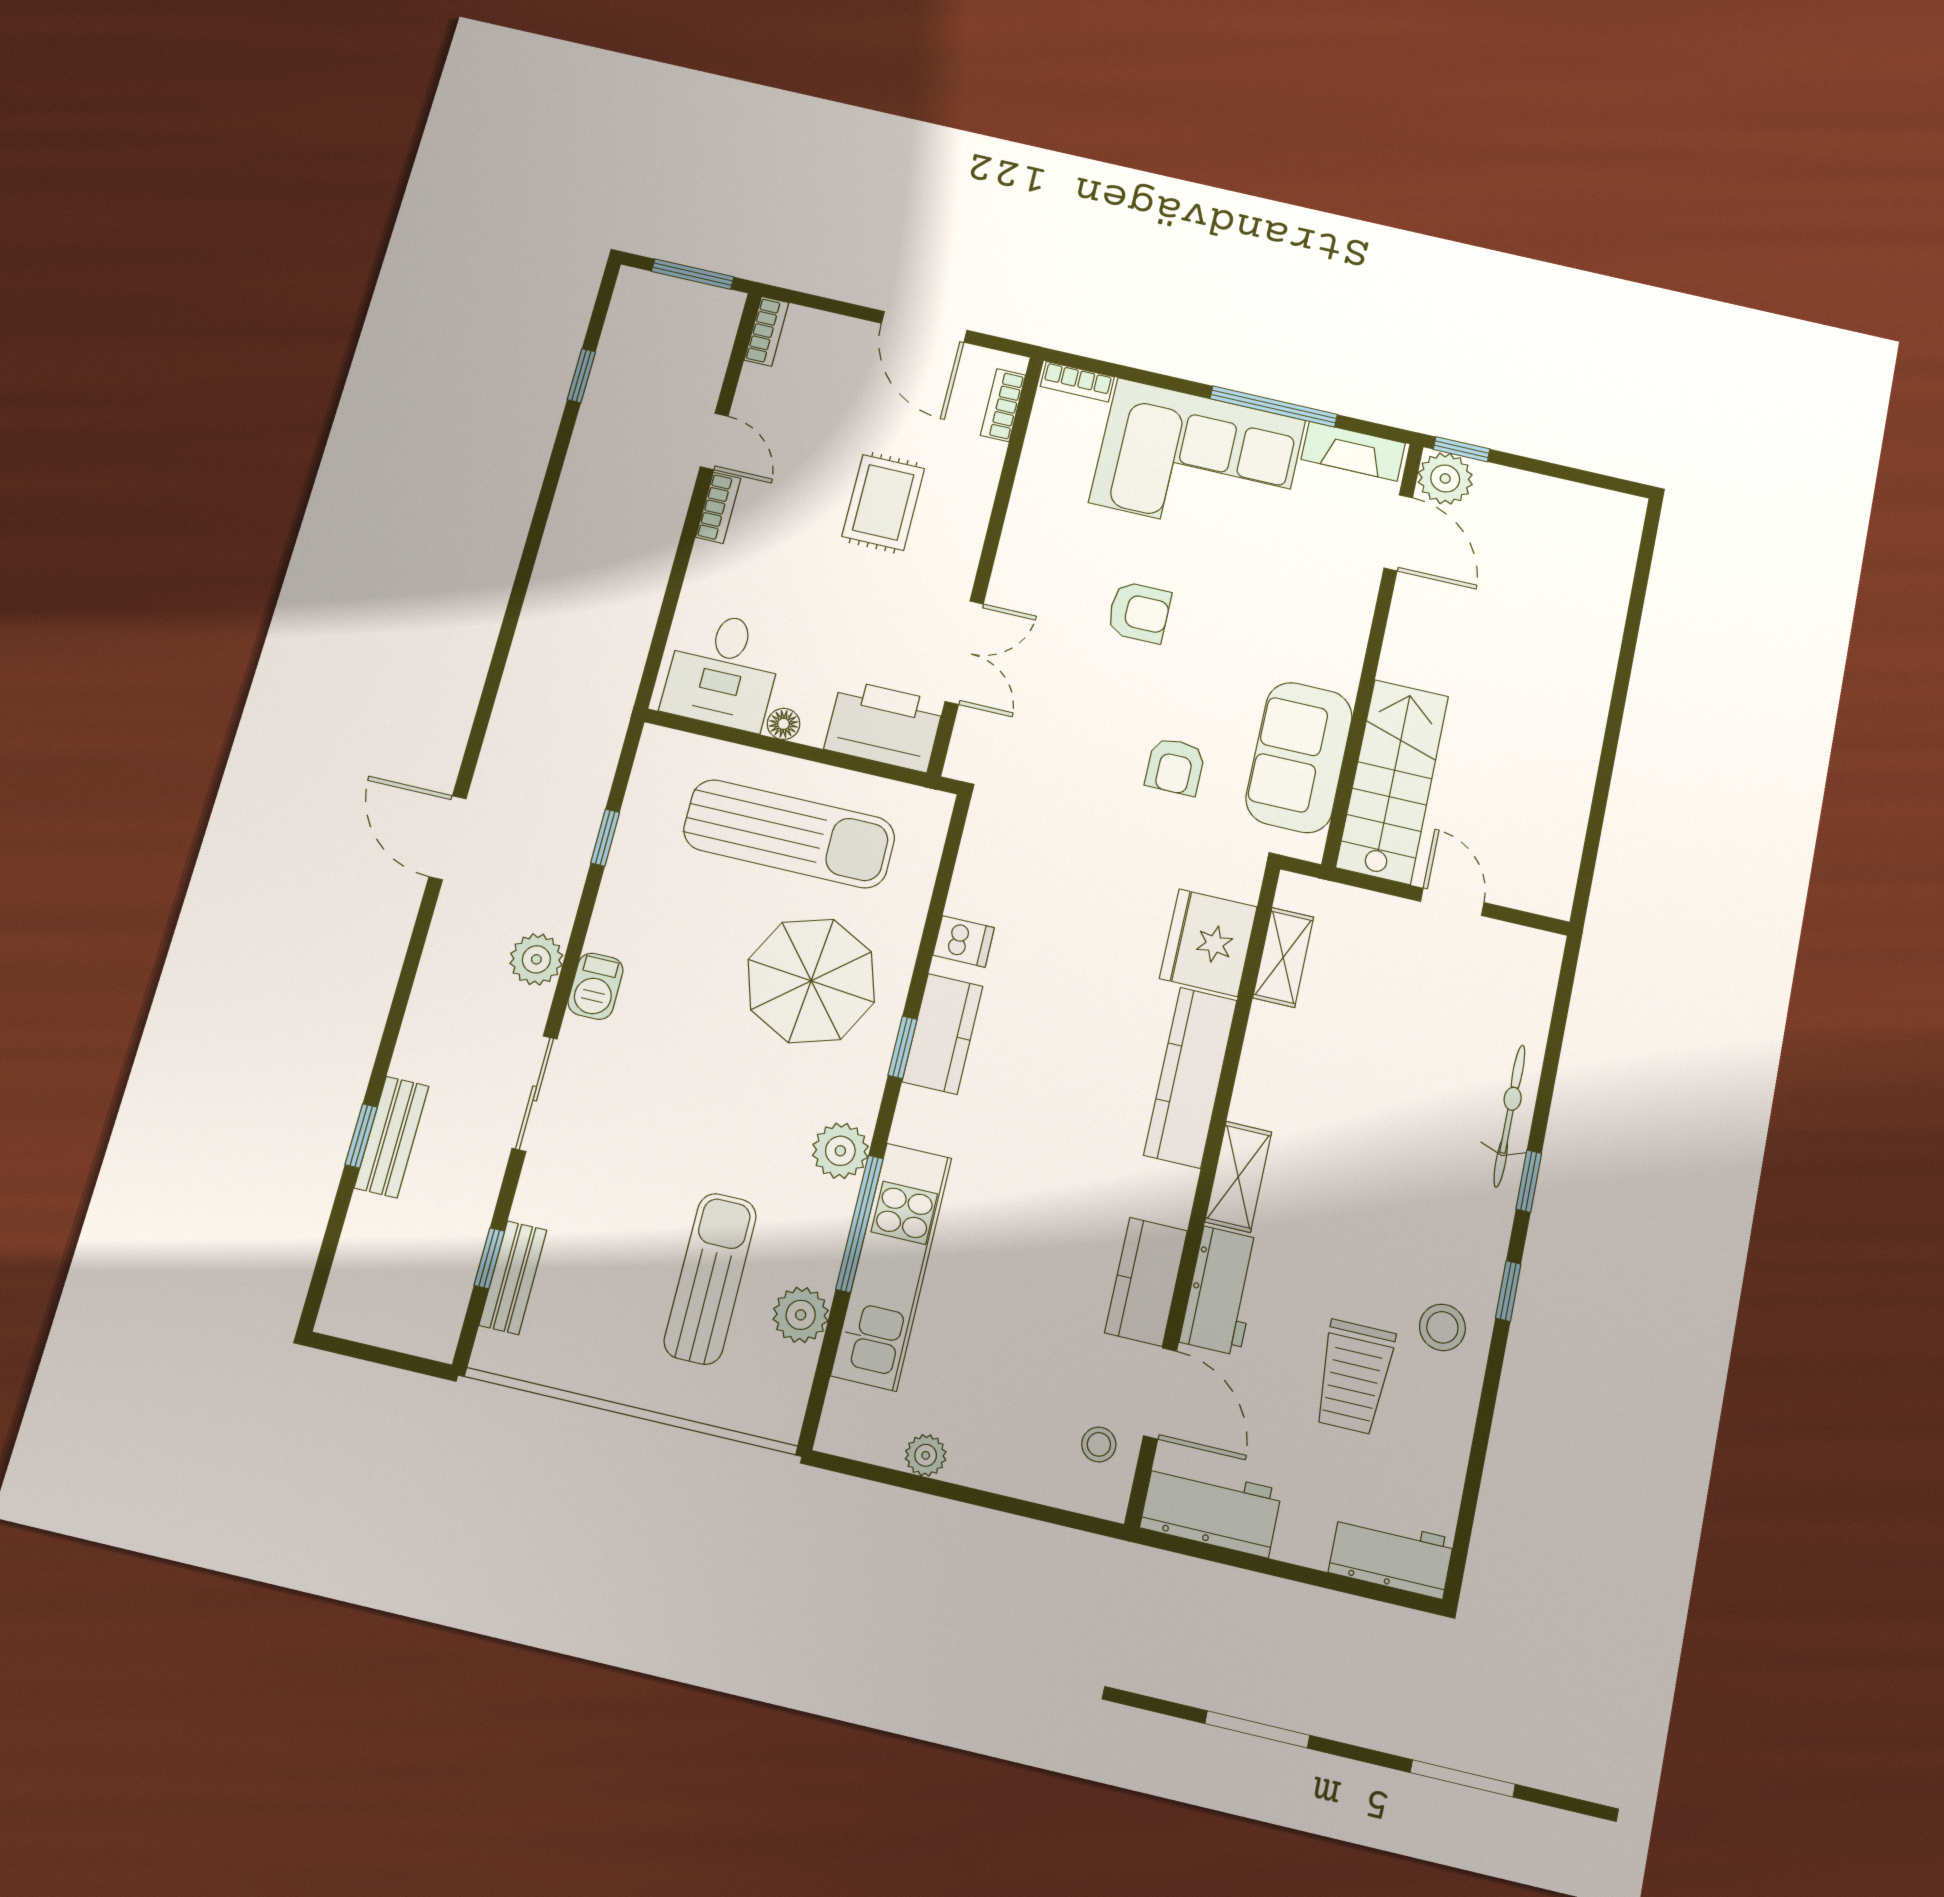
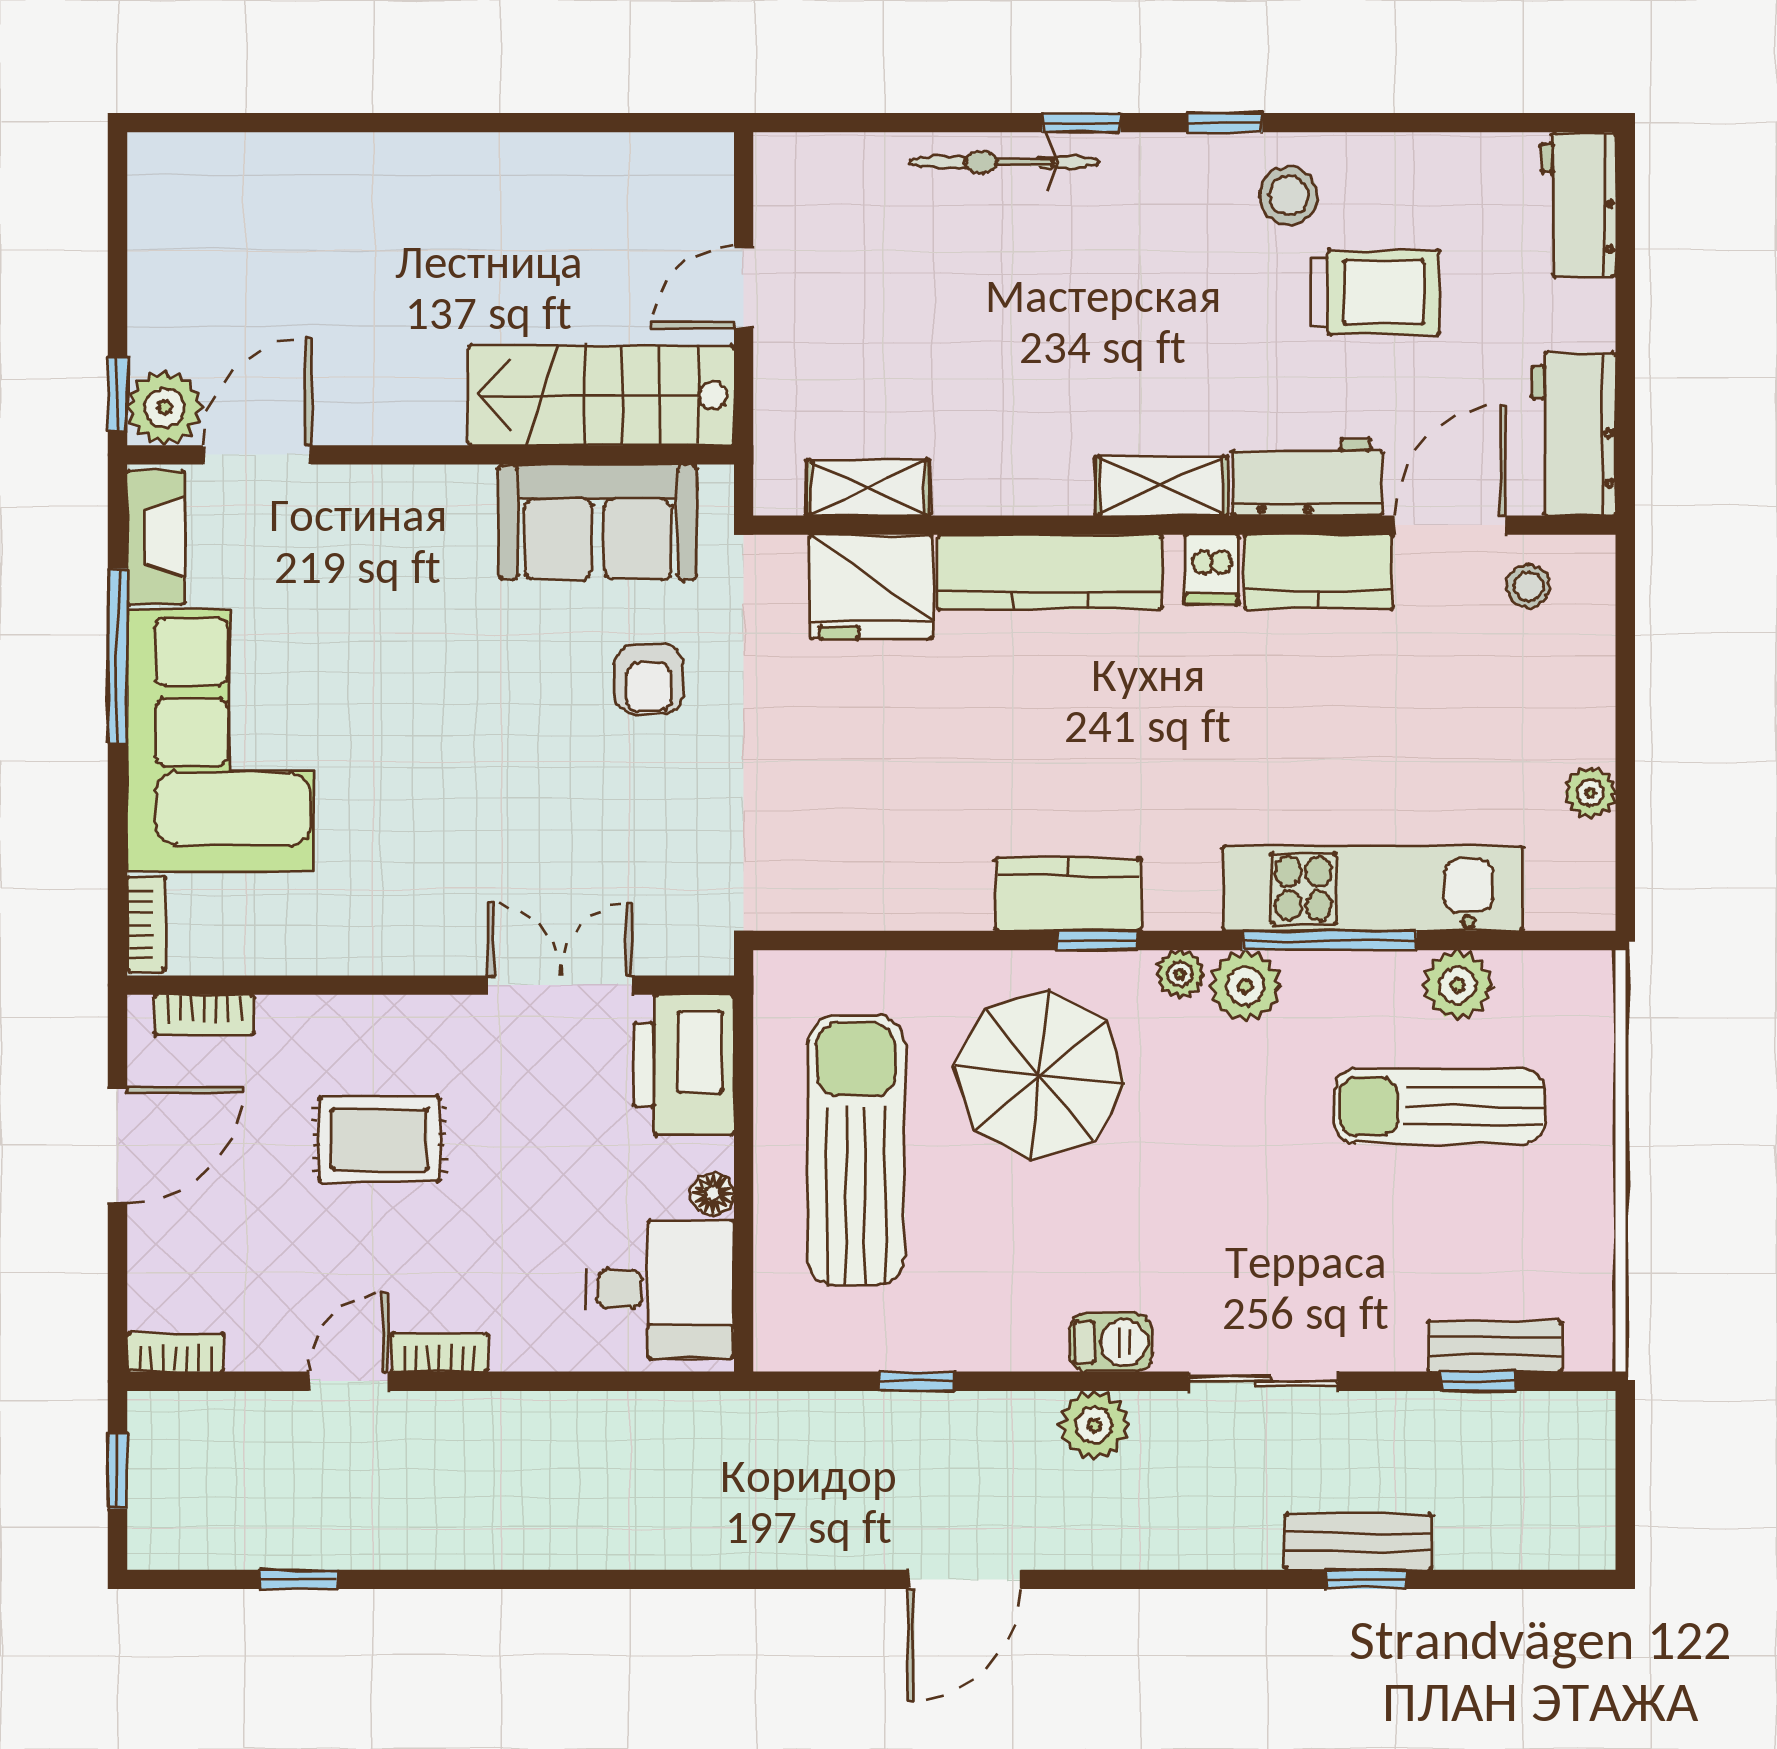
window: (693, 274) -> (117, 1471), width x0.67
armchair: (1139, 612) -> (450, 771), removed
armchair: (1175, 766) -> (649, 679), turned 90
dishwasher: (964, 941) -> (1212, 570), moved, turned 180
plant: (862, 1104) -> (1180, 974), added

